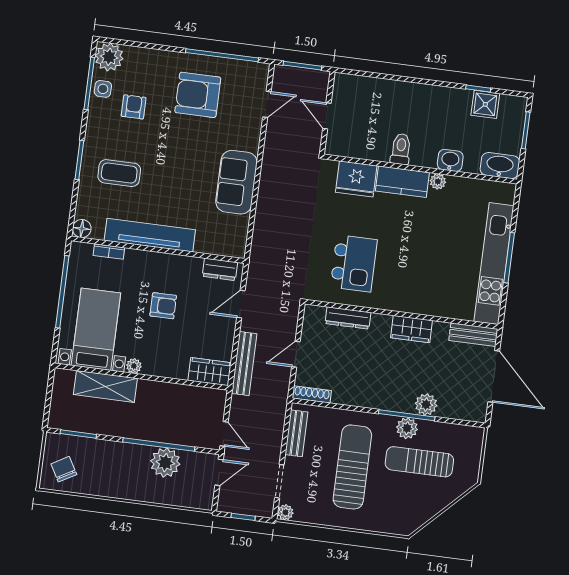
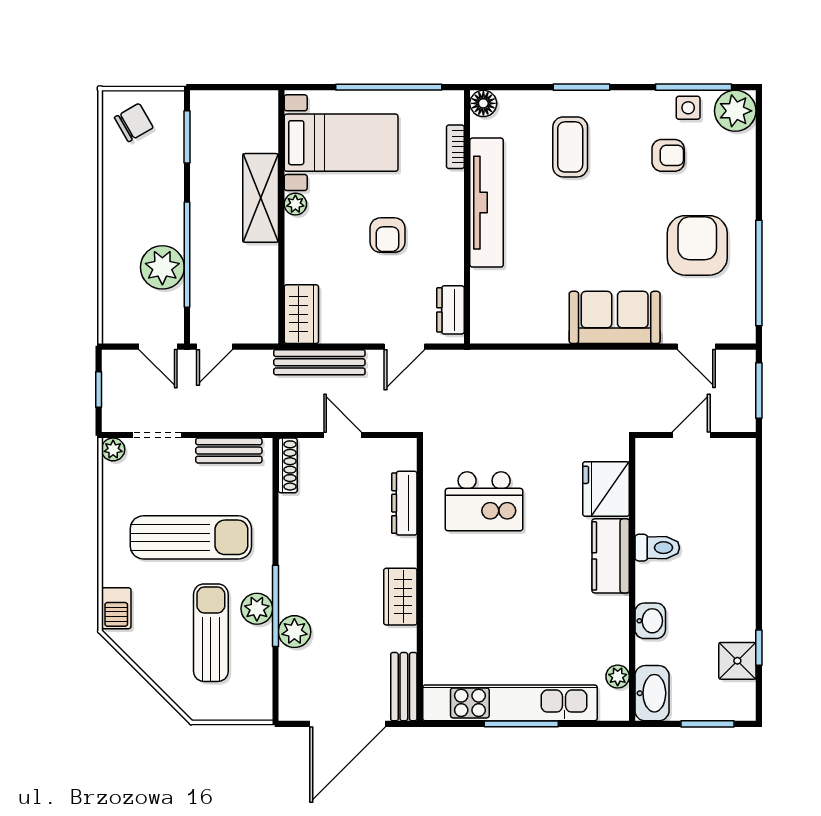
plant: (438, 181) -> (618, 677), moved
sofa: (237, 182) -> (615, 317), moved
door: (241, 304) -> (404, 347), swing flipped
shelving: (105, 386) -> (261, 198), moved
barbecue: (394, 524) -> (116, 608), added

